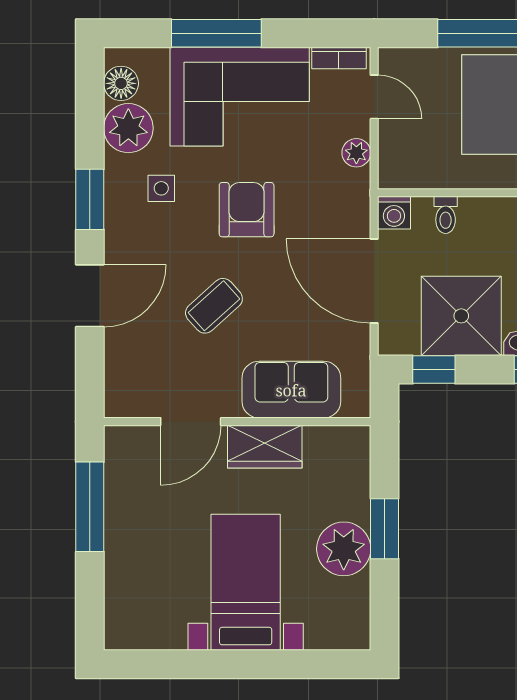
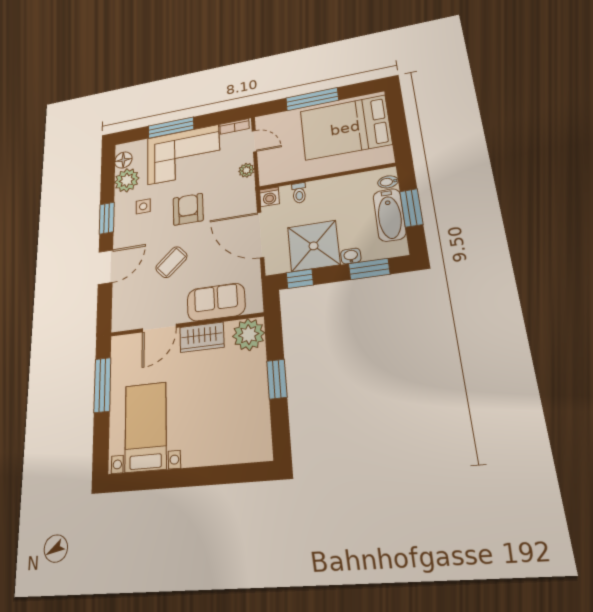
plant: (344, 549) -> (249, 335), moved
bed with nightstands: (246, 582) -> (146, 427), moved

